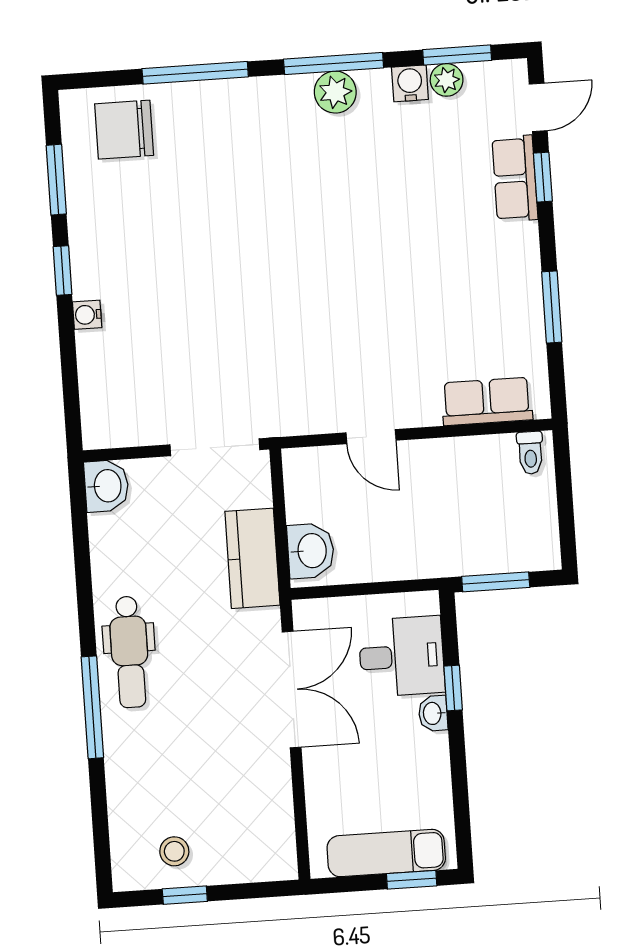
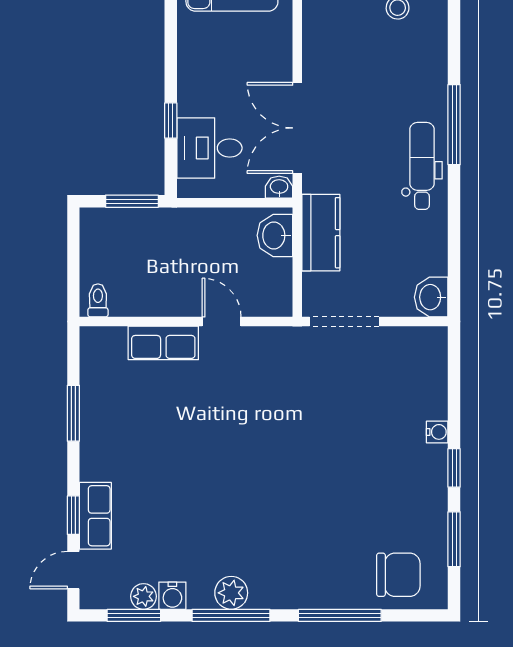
row of seats: (487, 401) -> (163, 343), moved
washbasin: (433, 713) -> (279, 187), moved, turned -90

